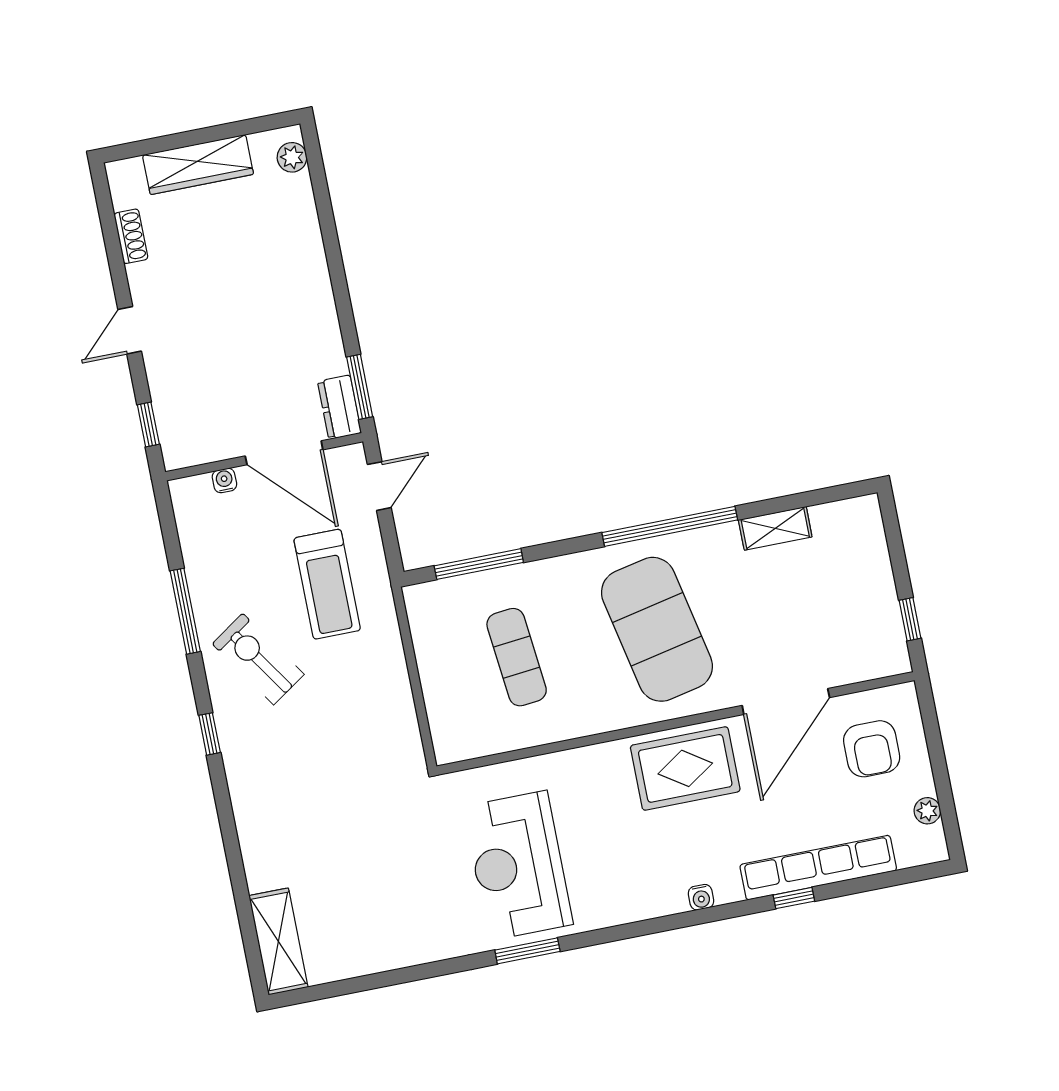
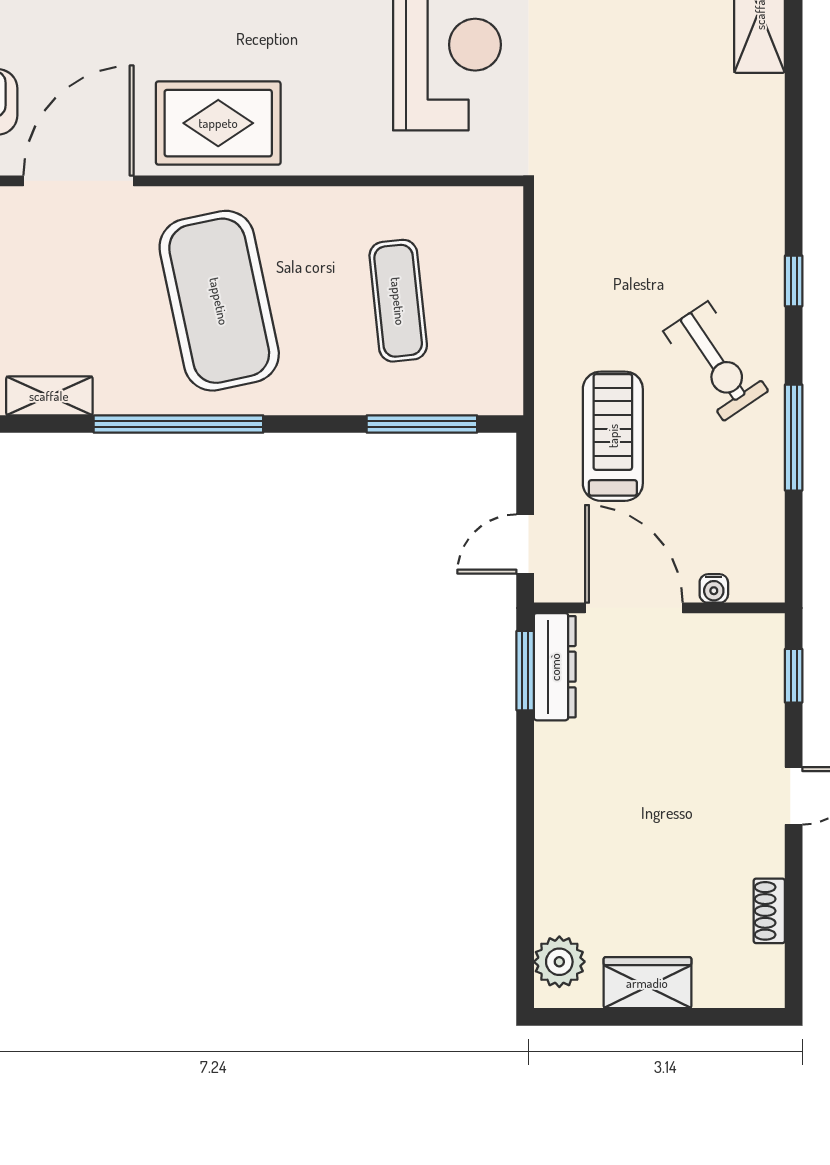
plant: (292, 157) -> (559, 962), width x1.38, depth x1.38
wardrobe: (198, 165) -> (647, 983), width x0.67
dresser: (339, 407) -> (555, 667), width x1.44

